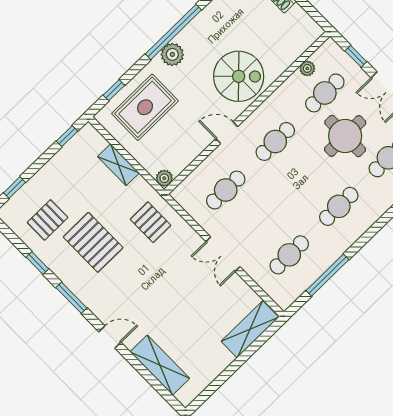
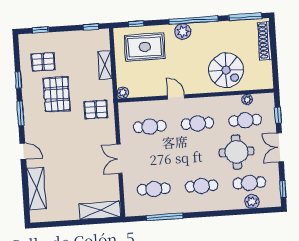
spiral stairs: (239, 76) -> (226, 70), moved
pallet: (151, 222) -> (96, 109), turned 90

